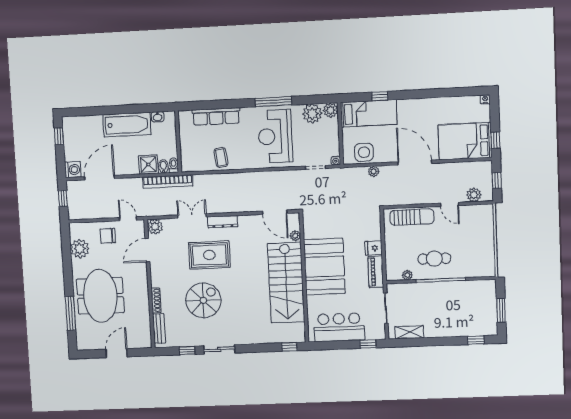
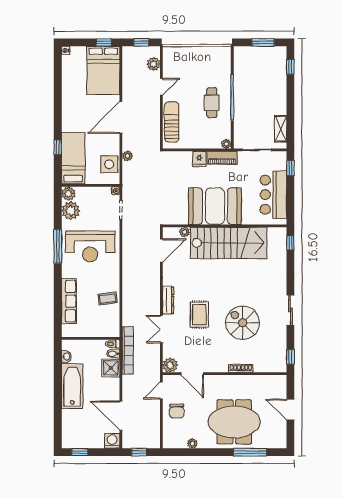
plant: (80, 249) -> (192, 443), width x0.53, depth x0.53
rug: (209, 255) -> (199, 315), width x0.73, depth x0.70
plant: (407, 275) -> (226, 144), moved
bench: (159, 329) -> (268, 367), removed
window: (187, 351) -> (290, 357), moved

